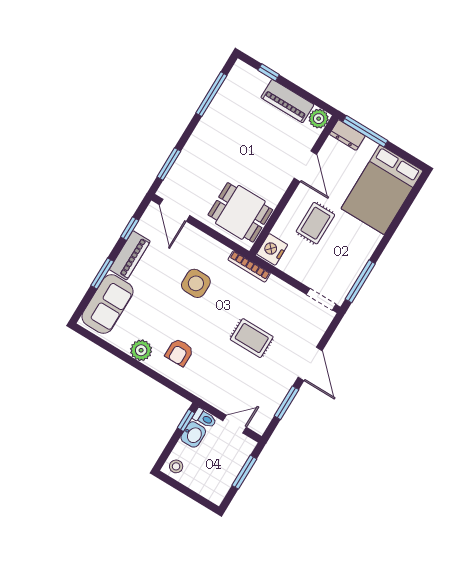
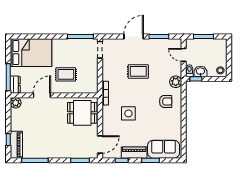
piano: (287, 101) -> (16, 145), moved
dining table: (240, 212) -> (82, 113), turned 90
nightstand: (272, 249) -> (91, 87), removed
rug: (252, 338) -> (138, 71), turned 90
plant: (141, 350) -> (176, 82), moved

